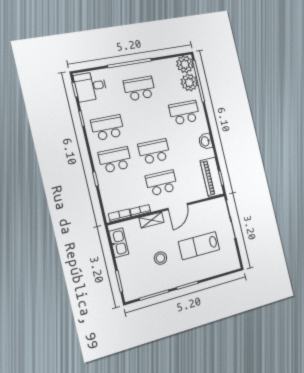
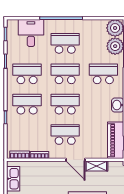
desk: (91, 86) -> (31, 33), moved, turned 90
school desk: (147, 120) -> (65, 74), added
door: (178, 207) -> (75, 160), hinge flipped
shelving: (152, 220) -> (96, 166), moved

